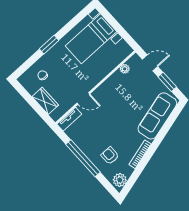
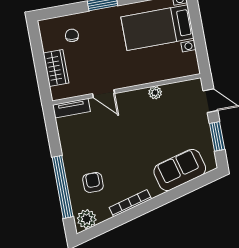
plant: (125, 69) -> (155, 93), moved
sofa: (157, 116) -> (180, 170), width x0.73
window: (83, 158) -> (63, 187), moved

